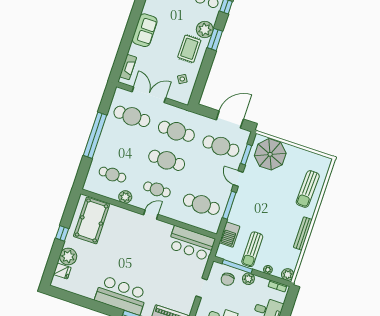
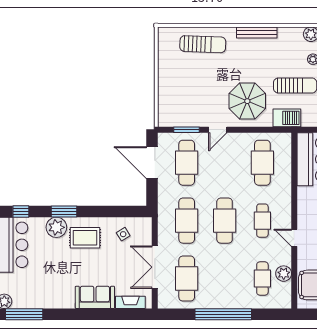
sofa: (145, 30) -> (95, 297), moved
parasol: (270, 154) -> (247, 101), moved
plant: (125, 197) -> (284, 274), moved
window: (229, 205) -> (252, 130), removed
door: (151, 215) -> (294, 238), moved

